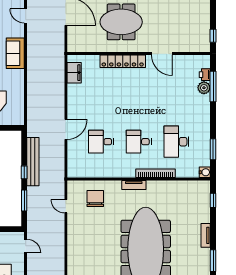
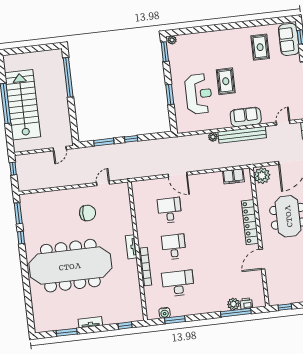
plant: (77, 44) -> (262, 176), added
plant: (32, 89) -> (213, 137), added
bench: (33, 162) -> (242, 135), moved
water cooler: (205, 172) -> (165, 313), moved
chair: (95, 199) -> (88, 213), moved

